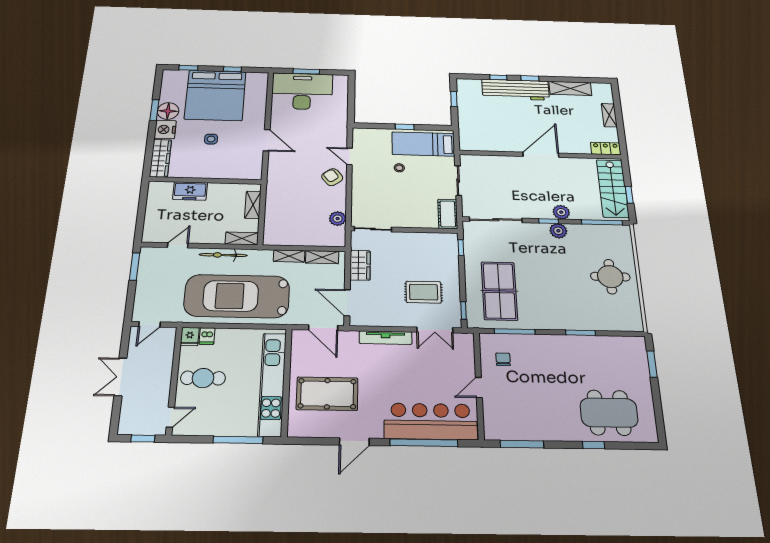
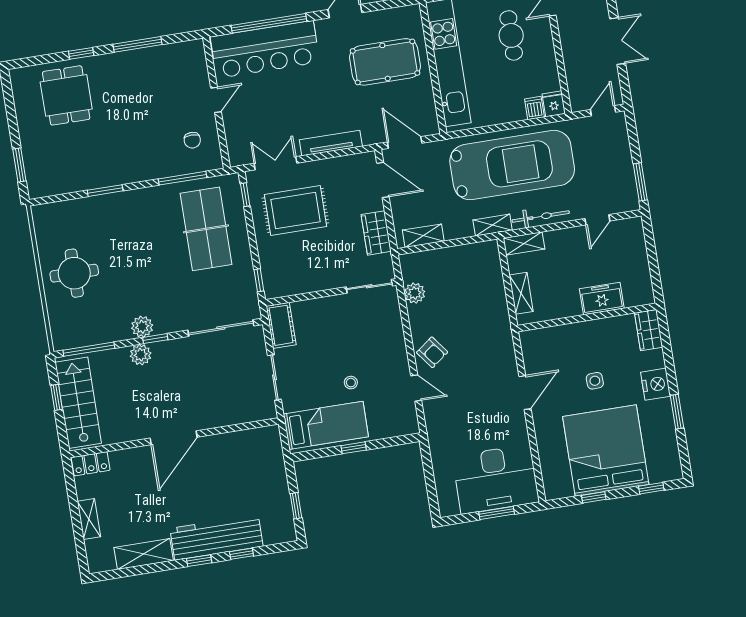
floor lamp: (168, 111) -> (660, 414), removed
door: (267, 140) -> (525, 393), swing flipped
wardrobe: (160, 158) -> (649, 330), width x0.67
shelving: (289, 256) -> (493, 225), moved
rug: (424, 292) -> (295, 211), width x1.36, depth x1.43
cafe table: (203, 378) -> (511, 35), moved, turned 90
dining table: (609, 413) -> (66, 95), width x0.73
window: (522, 444) -> (138, 44), moved

